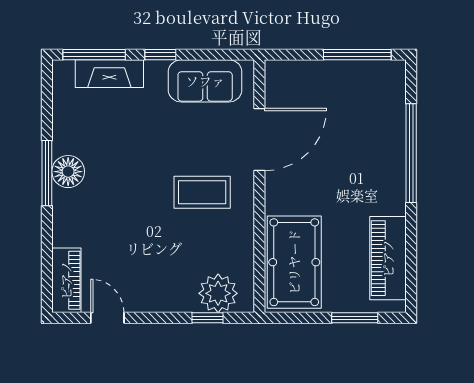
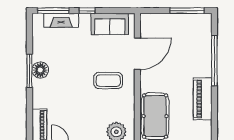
piano: (388, 258) -> (203, 99), moved

